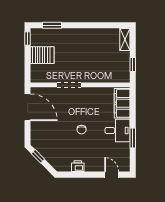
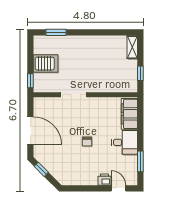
window: (27, 39) -> (30, 81), moved
door: (27, 107) -> (30, 131), moved
window: (133, 138) -> (140, 161), moved
printer: (78, 166) -> (105, 180), moved

